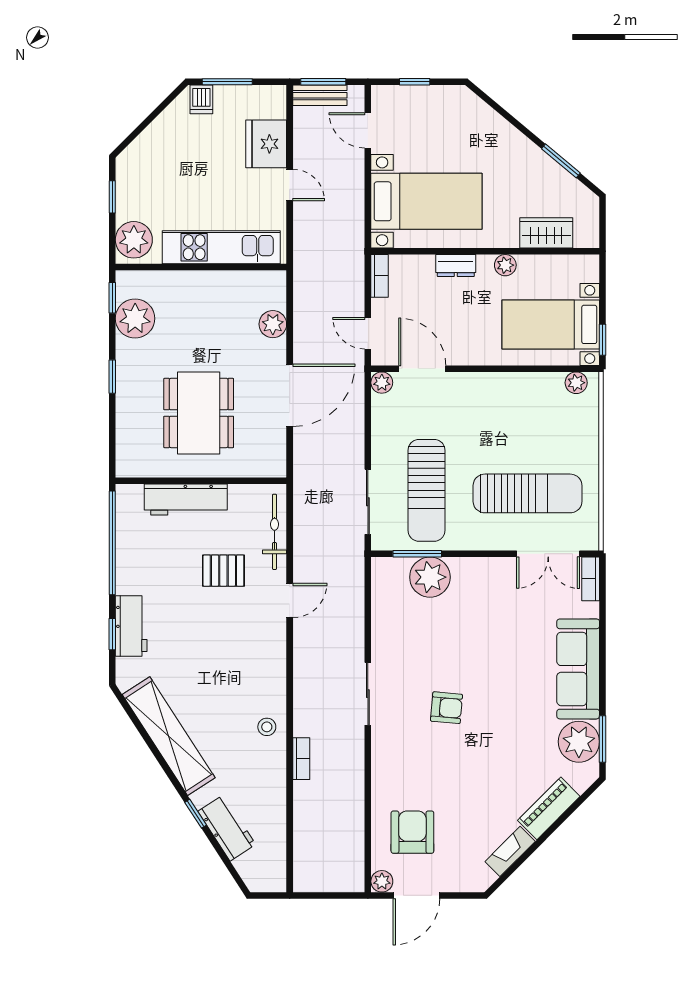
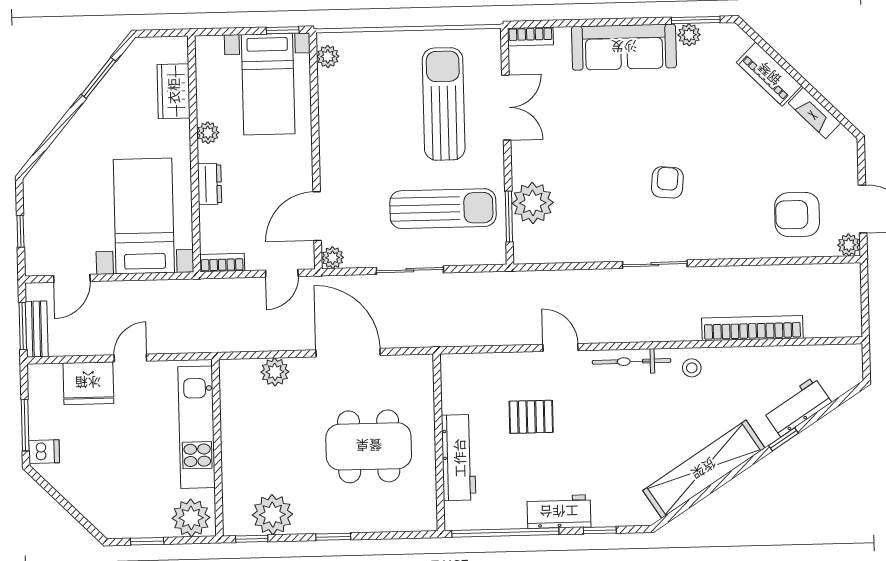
sliding door: (368, 502) -> (410, 270), moved
bicycle: (275, 532) -> (632, 361), moved
double door: (548, 554) -> (506, 108), moved
pallet: (223, 571) -> (531, 417), turned 90
workbench: (131, 626) -> (559, 512), moved
plant: (579, 742) -> (689, 35), width x0.53, depth x0.53
bookcase: (301, 759) -> (752, 328), width x2.31, depth x1.31

